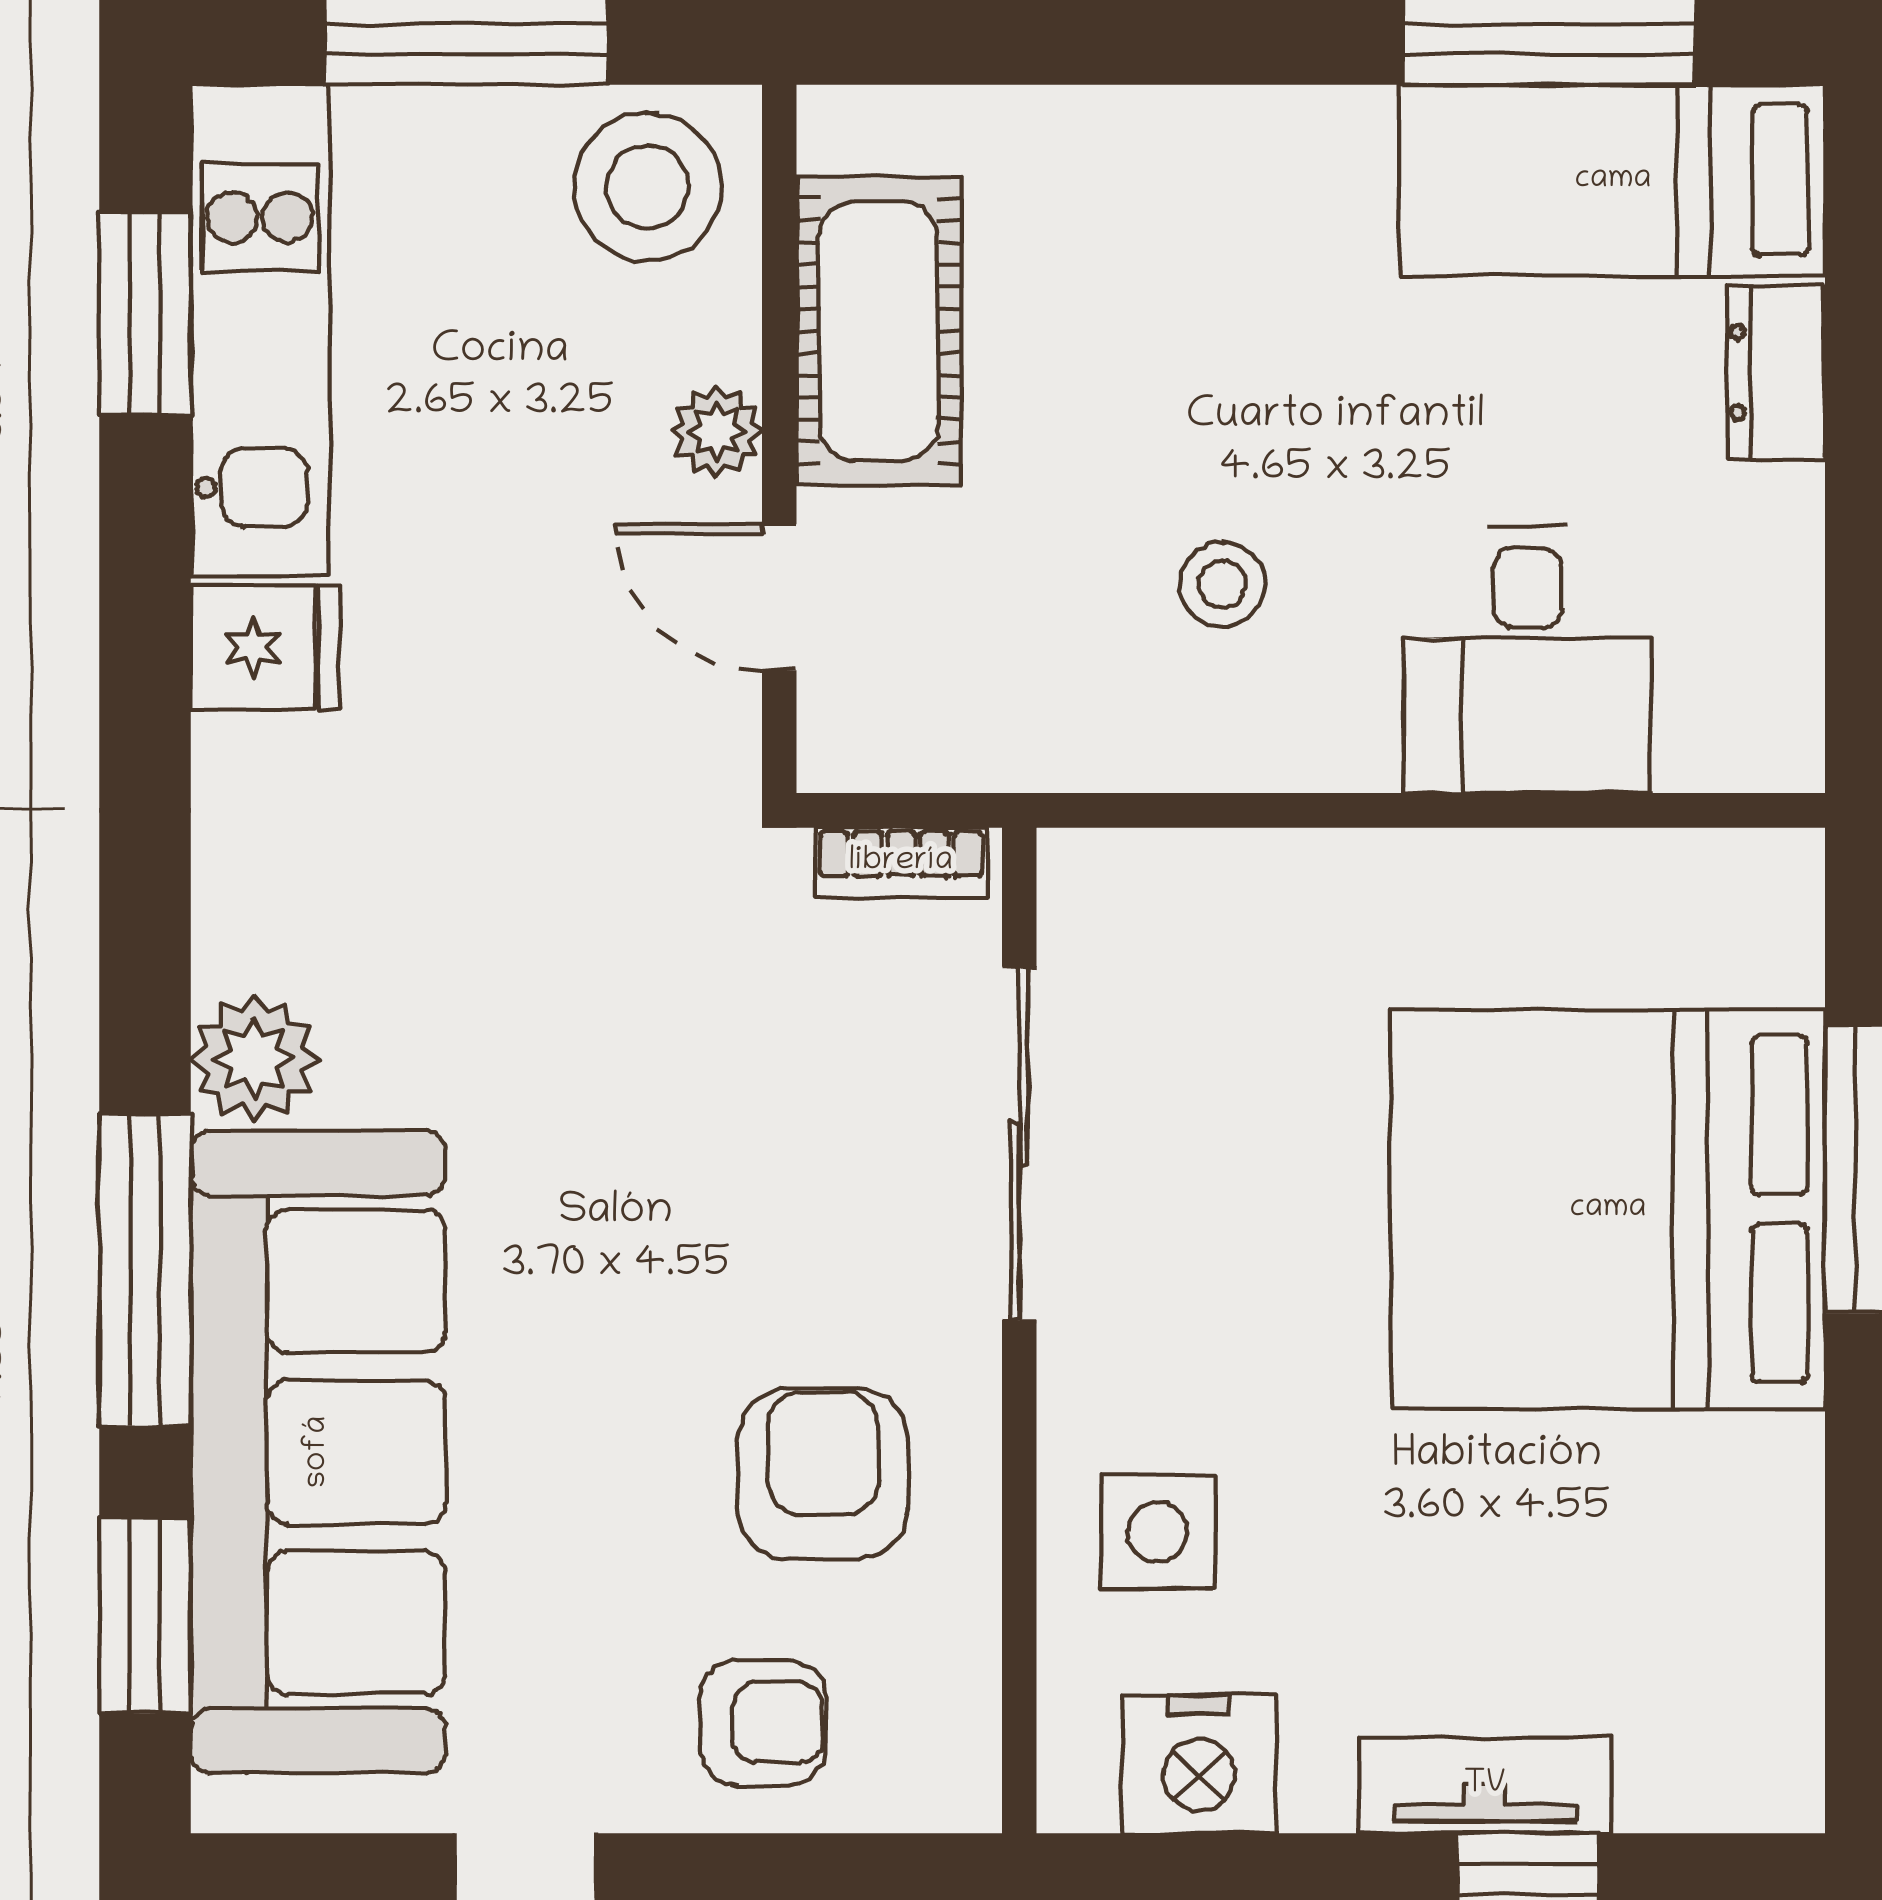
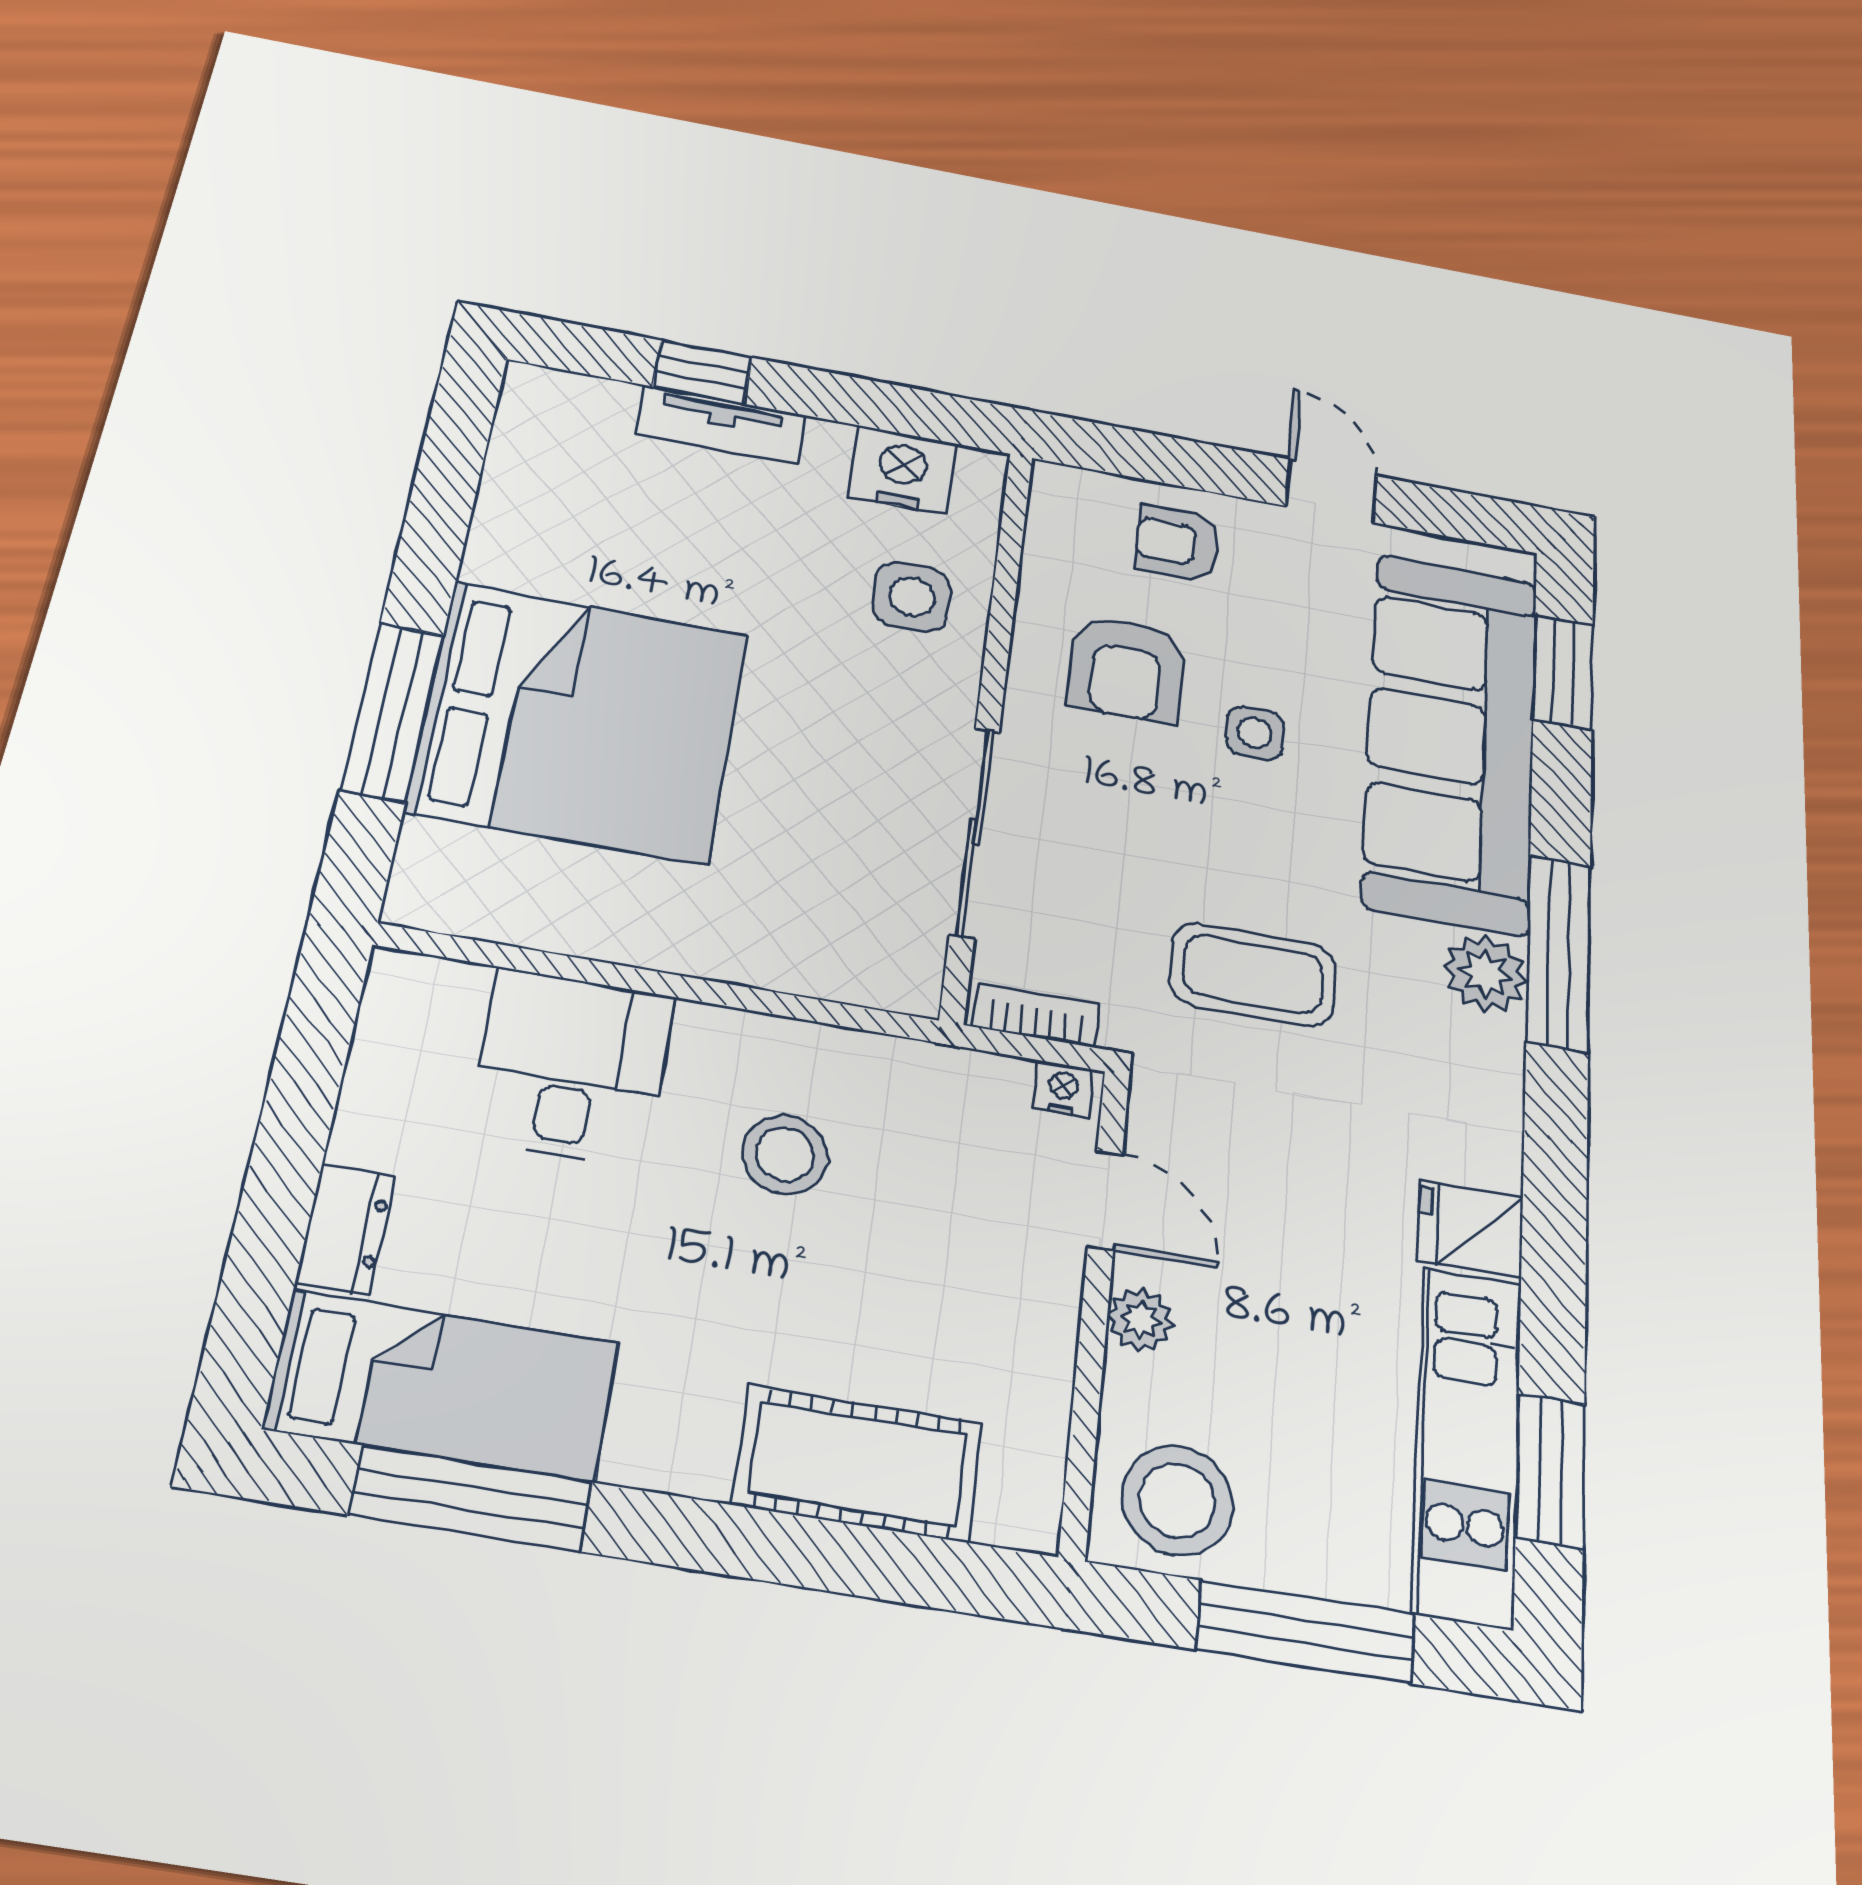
cot: (879, 331) -> (858, 1464), moved, turned 90
stool: (1222, 584) -> (785, 1154), width x1.37, depth x1.37
nightstand: (853, 755) -> (1063, 1089), added
coffee table: (596, 990) -> (1253, 974), added
window: (145, 1270) -> (1559, 953), moved
side table: (620, 1401) -> (1255, 733), added

